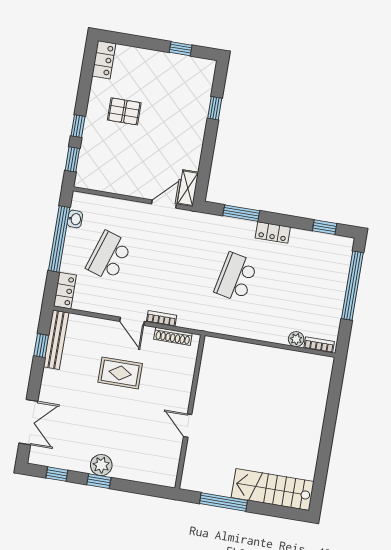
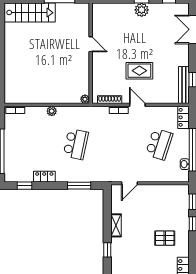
shelving: (188, 188) -> (116, 225), moved
locker: (273, 232) -> (44, 177), moved
plant: (296, 339) -> (52, 111), moved
plant: (210, 343) -> (85, 99), added

